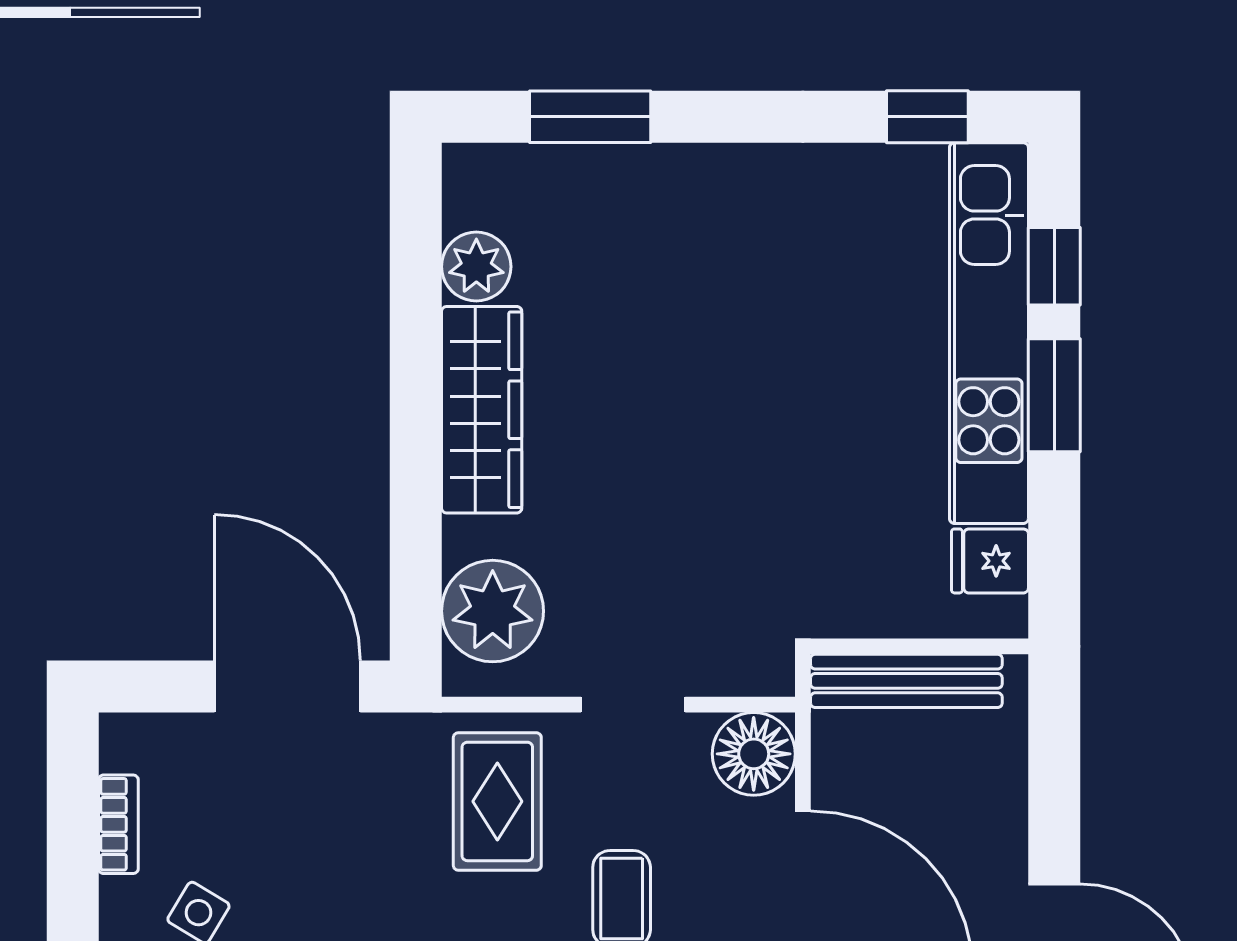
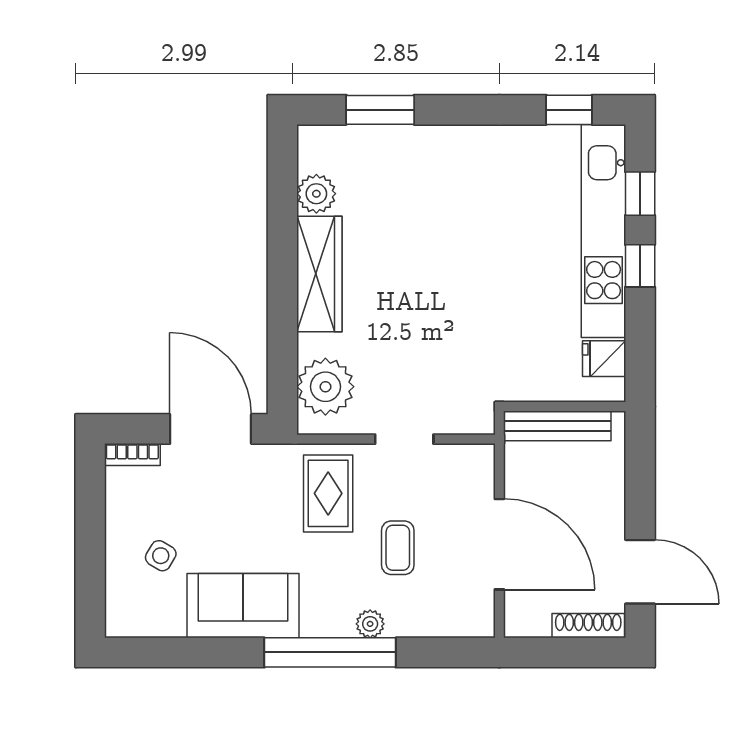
window: (1054, 395) -> (640, 266), width x0.67
floor lamp: (754, 754) -> (472, 467), removed
bookcase: (118, 824) -> (132, 455), moved, turned 90

